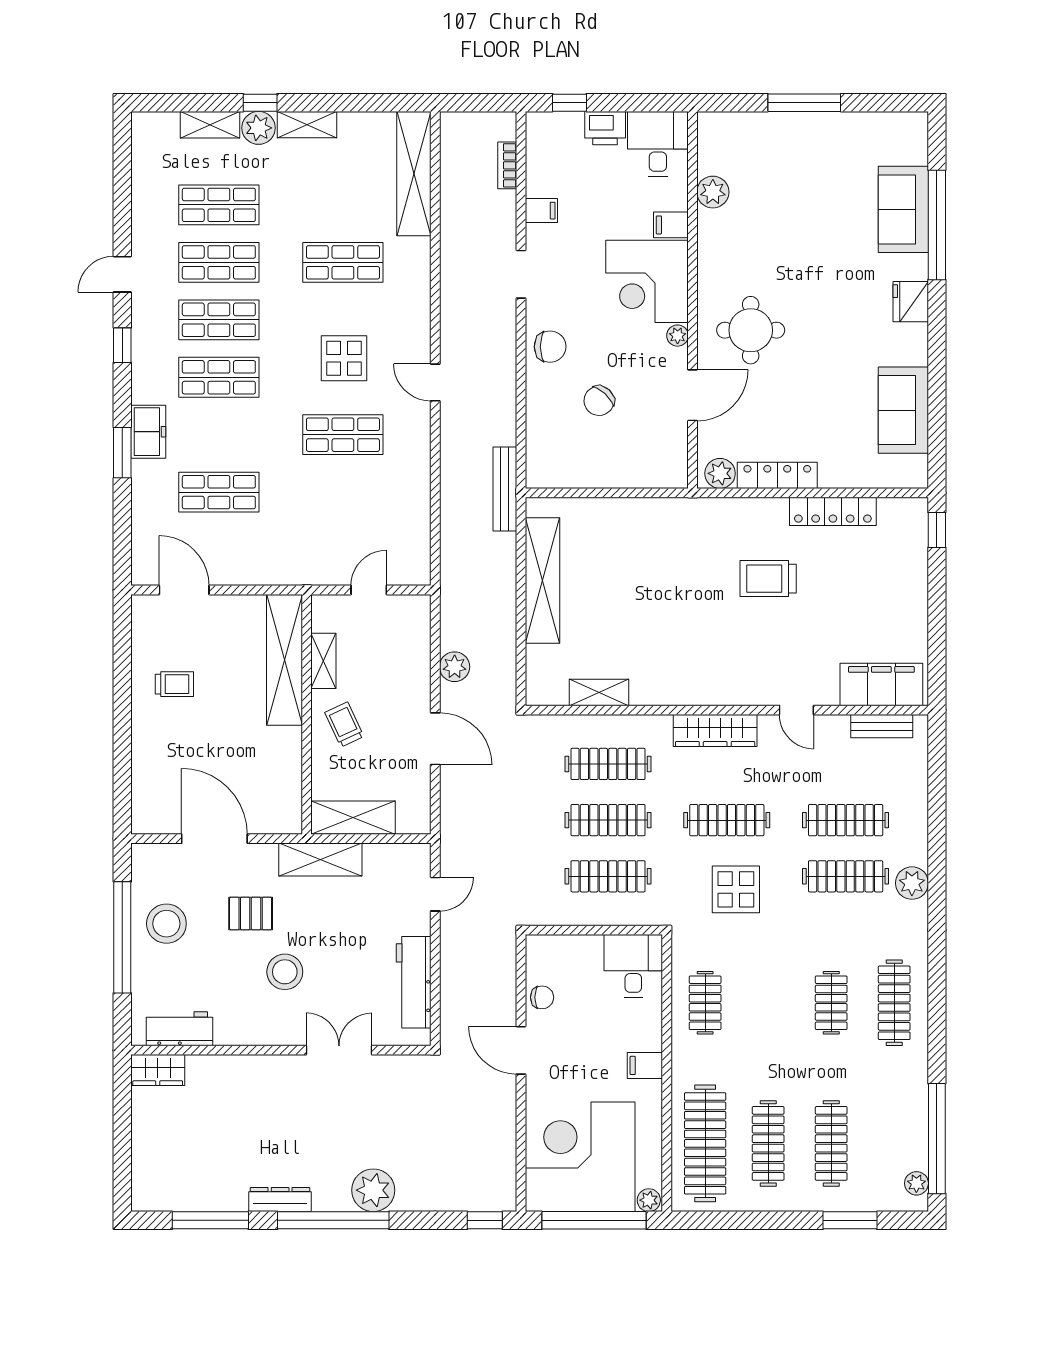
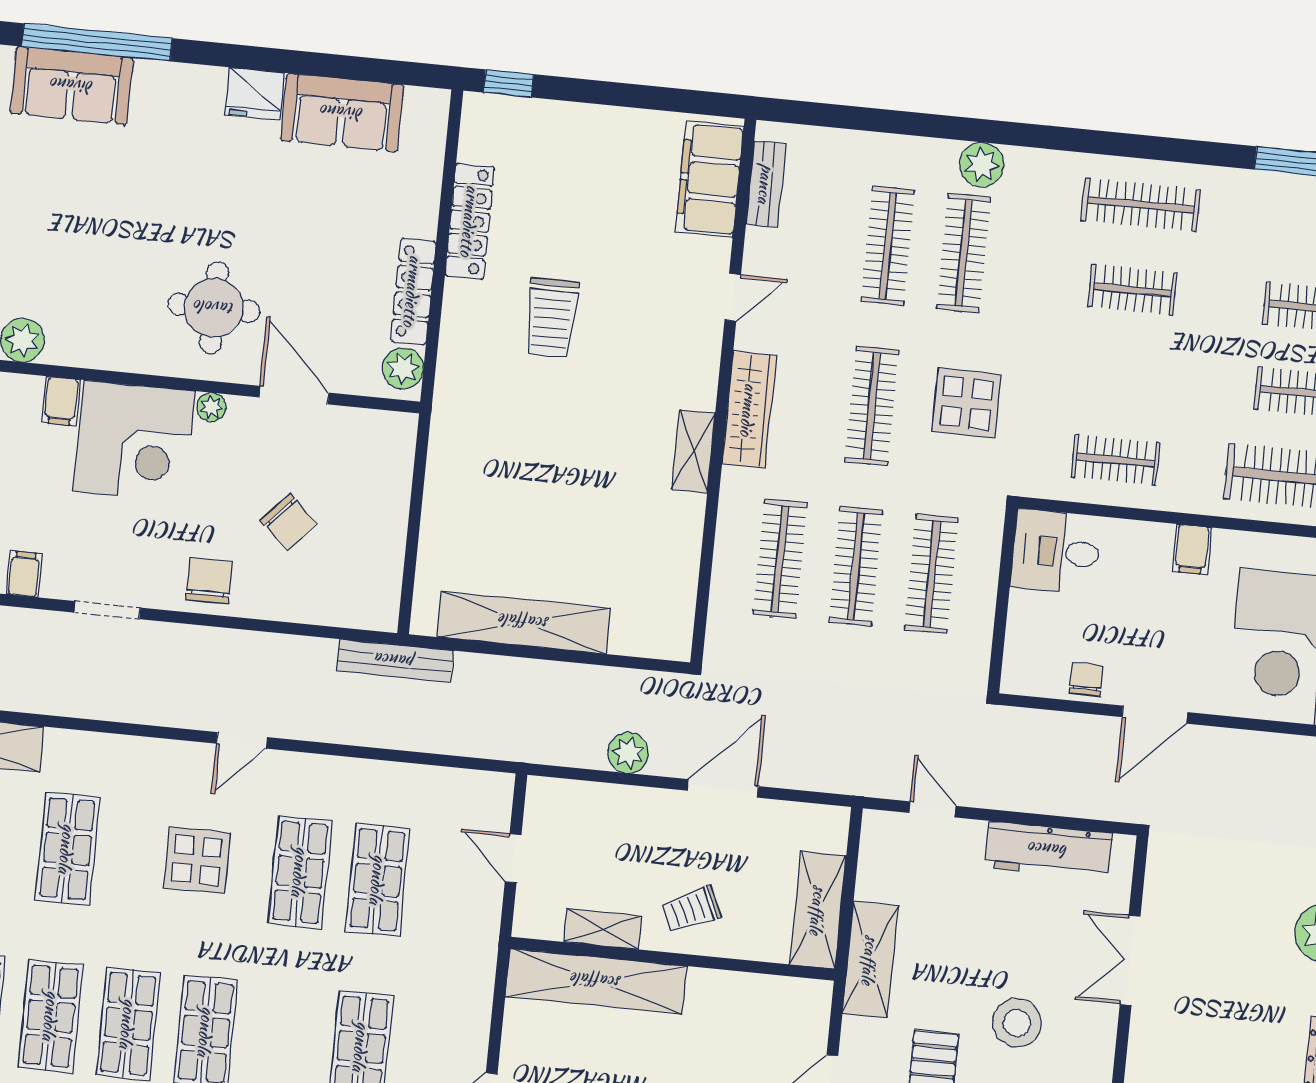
fridge: (911, 302) -> (254, 94), moved
shop shelf: (343, 492) -> (378, 880), added
shelving: (599, 693) -> (693, 451), moved

